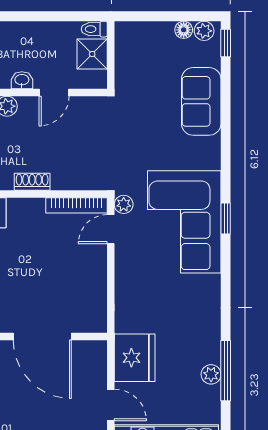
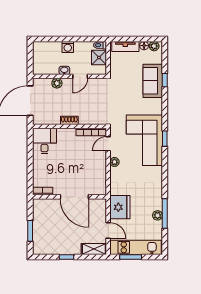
tv unit: (146, 32) -> (125, 46), added
washing machine: (29, 33) -> (68, 47), added
window: (226, 43) -> (165, 80), moved
plant: (124, 204) -> (114, 162), moved

